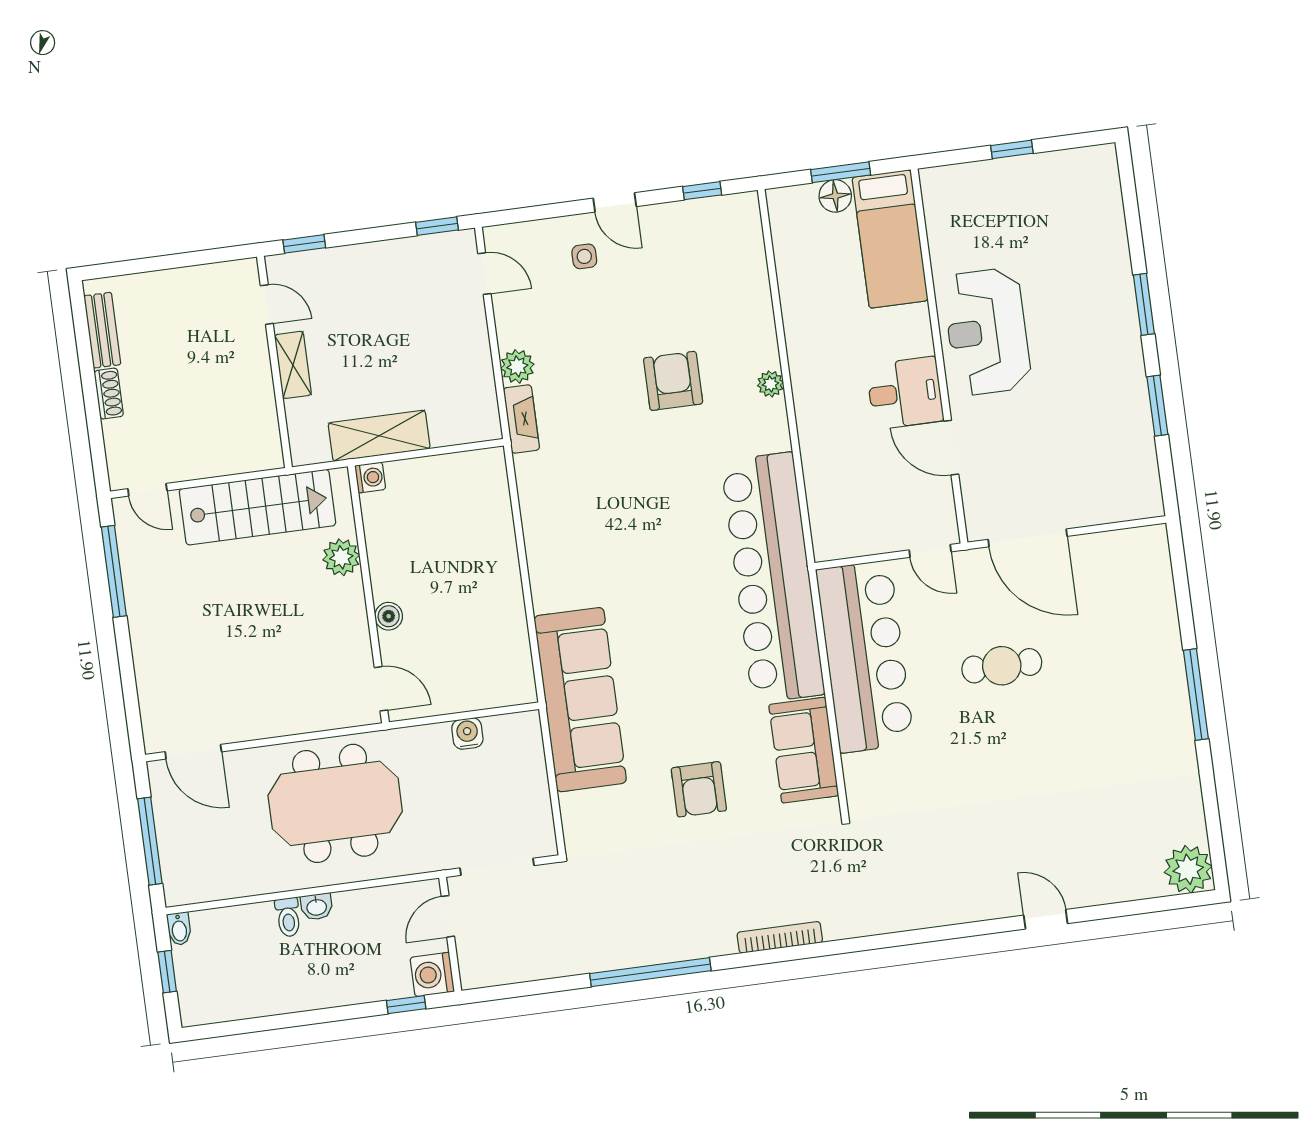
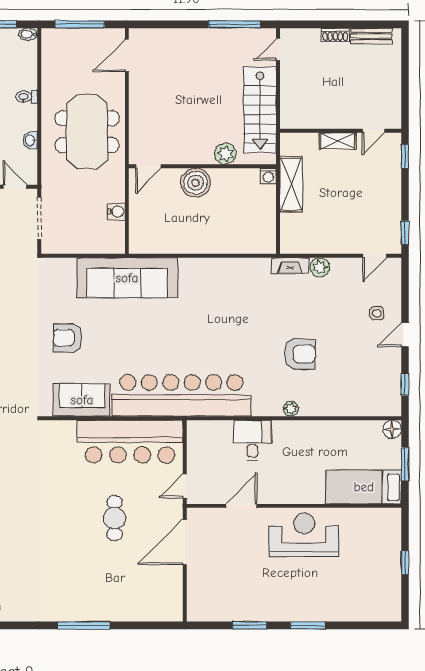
floor lamp: (835, 196) -> (392, 429), moved
desk: (905, 393) -> (252, 440), moved, turned 180
boiler: (389, 616) -> (195, 183), width x1.86, depth x1.86
washbasin: (317, 907) -> (30, 140), moved

